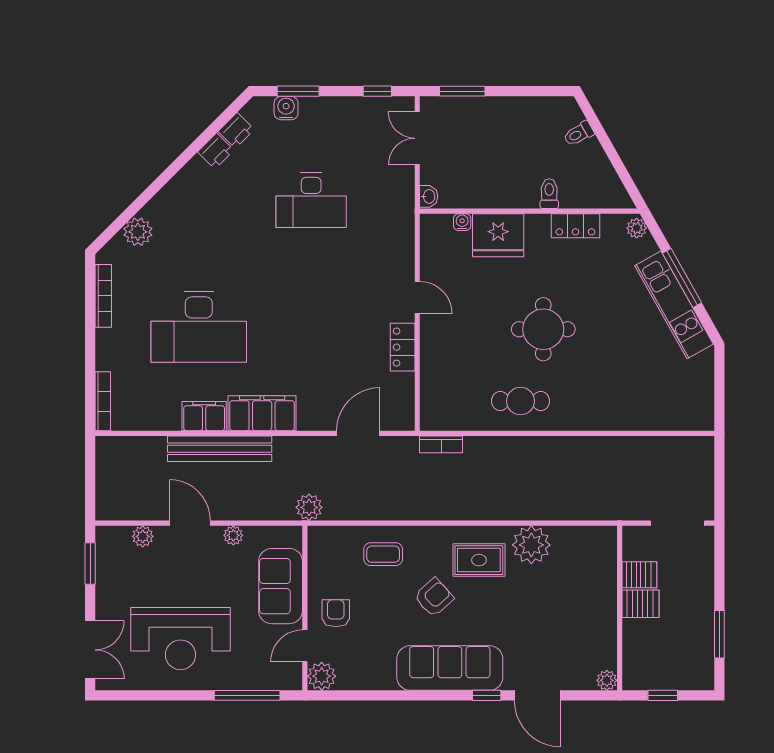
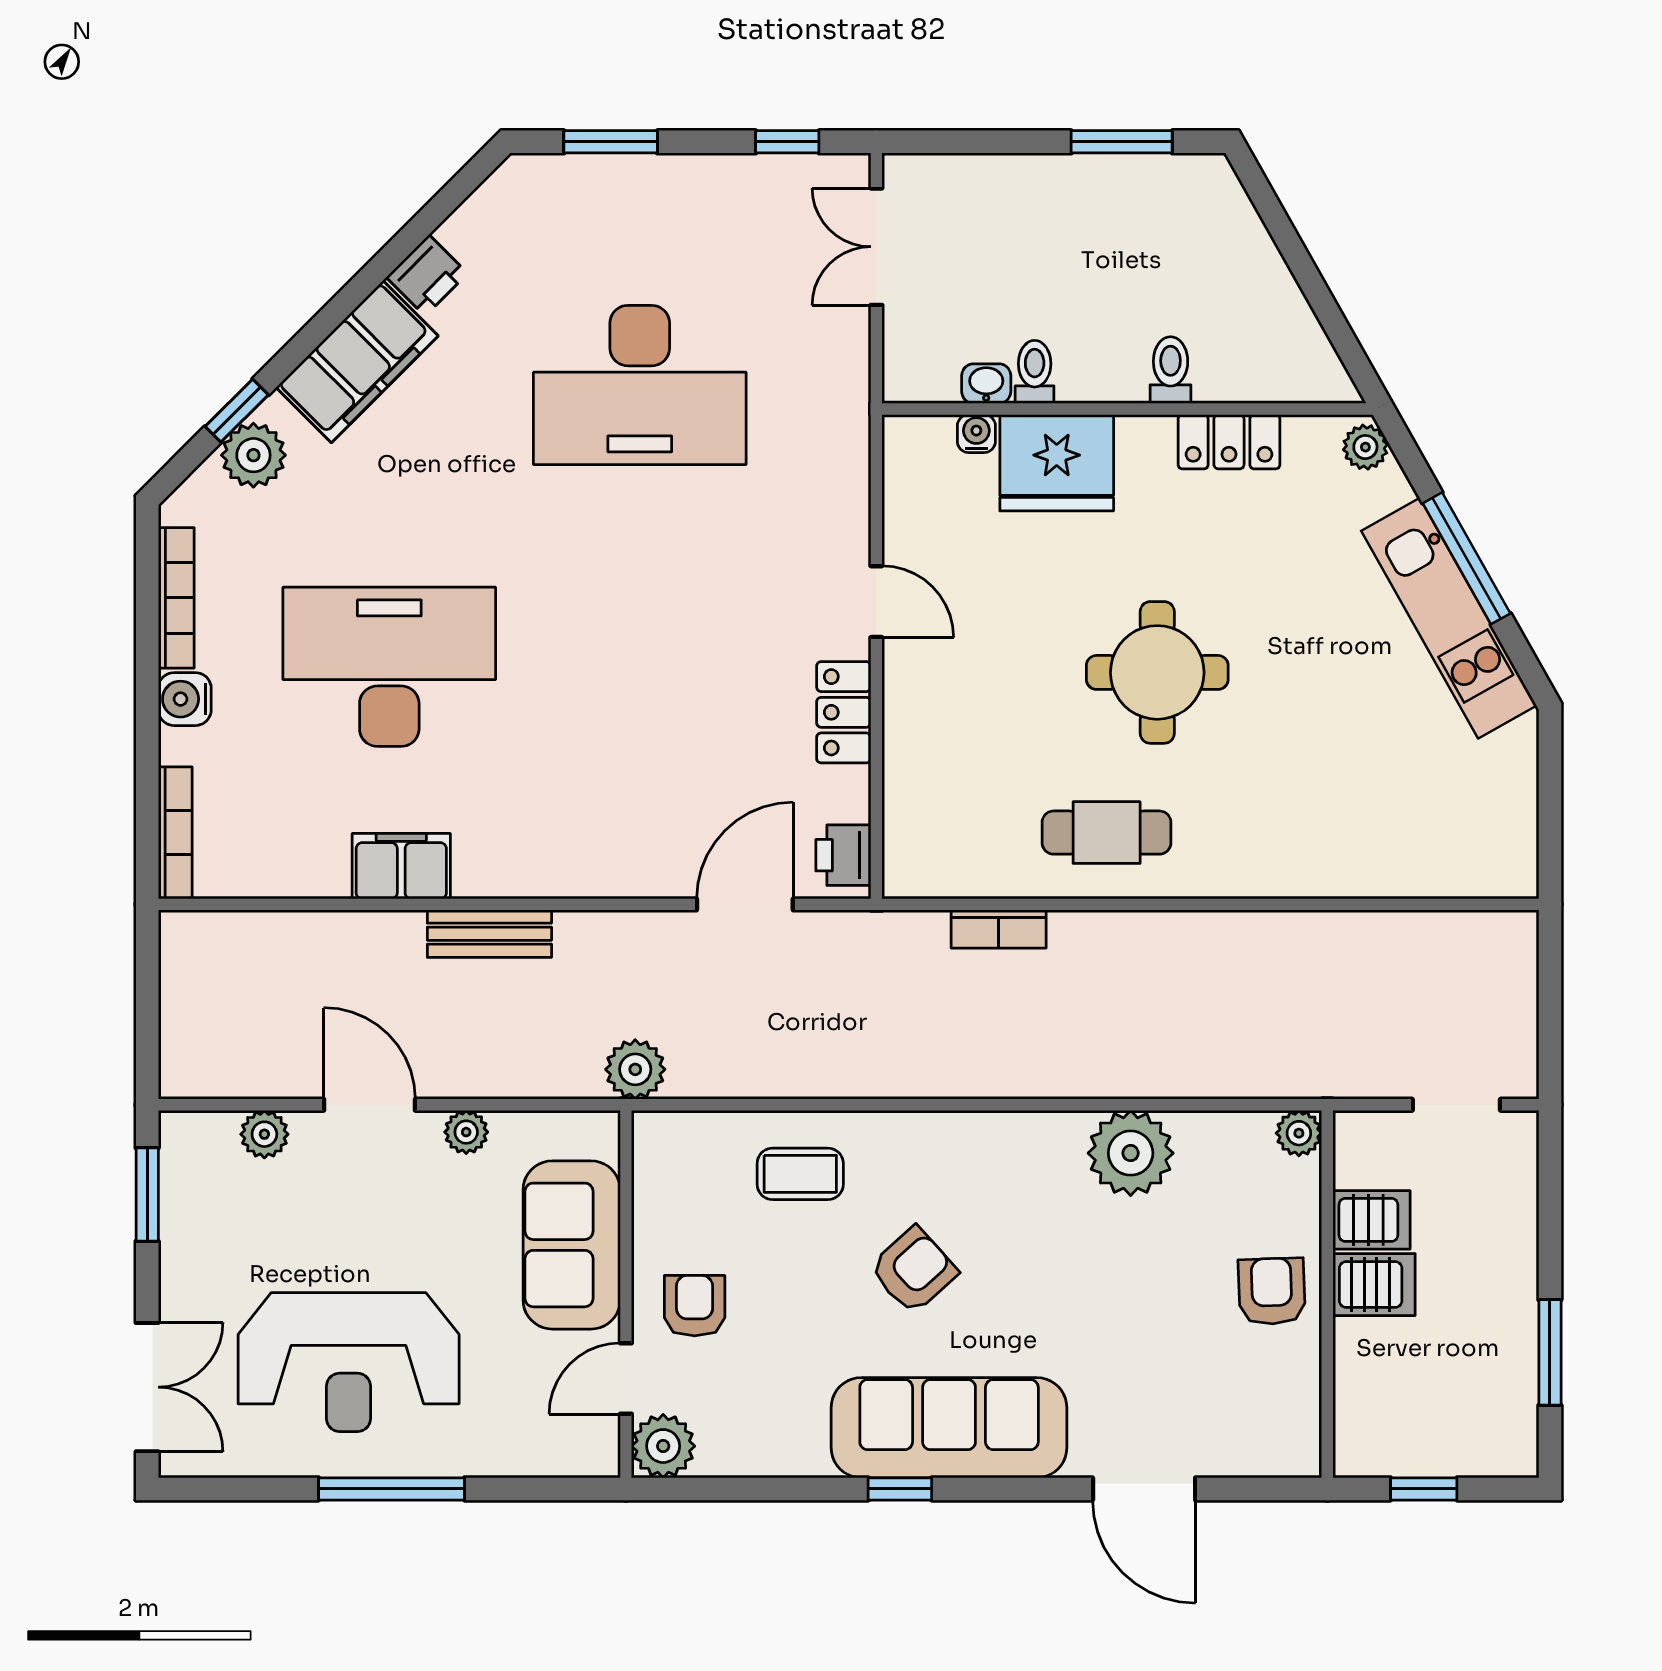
window: (462, 91) -> (1122, 142), moved
water cooler: (286, 108) -> (185, 699), moved, turned -90
printer: (236, 130) -> (843, 855), moved, turned 135
toilet: (579, 134) -> (1035, 372), moved, turned 119
washbasin: (429, 196) -> (986, 384), moved, turned -90
desk: (311, 200) -> (640, 385), width x1.36, depth x1.30
window: (130, 212) -> (237, 411), added
desk: (199, 327) -> (389, 667), turned 180
filing cabinet: (262, 413) -> (357, 362), moved, turned 135
bookcase: (441, 444) -> (999, 929), moved
bench: (220, 449) -> (489, 934), width x0.54, depth x0.82
doorway: (677, 523) -> (1456, 1105), width x0.73
rug: (479, 560) -> (1014, 1187), removed
armchair: (595, 607) -> (1272, 1291), added
plant: (607, 680) -> (1299, 1133), moved
window: (247, 695) -> (392, 1489), moved
window: (487, 695) -> (900, 1489), moved

